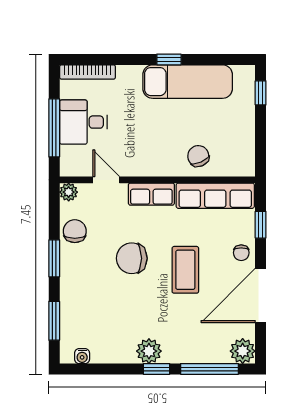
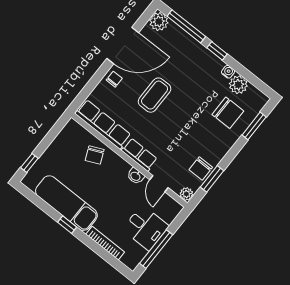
bookcase: (88, 72) -> (105, 243), moved
window: (54, 128) -> (156, 249), moved
washbasin: (137, 168) -> (136, 176), added
window: (261, 225) -> (90, 87), removed
window: (54, 258) -> (212, 179), moved
chair: (132, 258) -> (228, 113), moved
plant: (149, 351) -> (238, 85), moved
water cooler: (82, 356) -> (228, 72), moved

